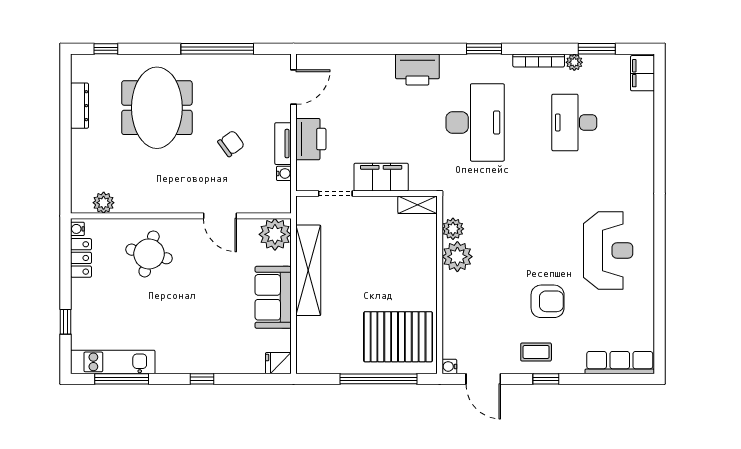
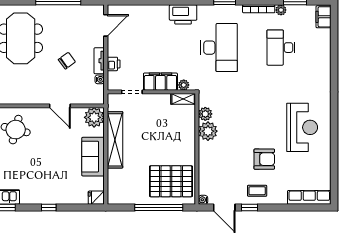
printer: (311, 139) -> (114, 64), width x0.53, depth x0.68
plant: (418, 182) -> (184, 85), added
window: (546, 379) -> (250, 208), moved

